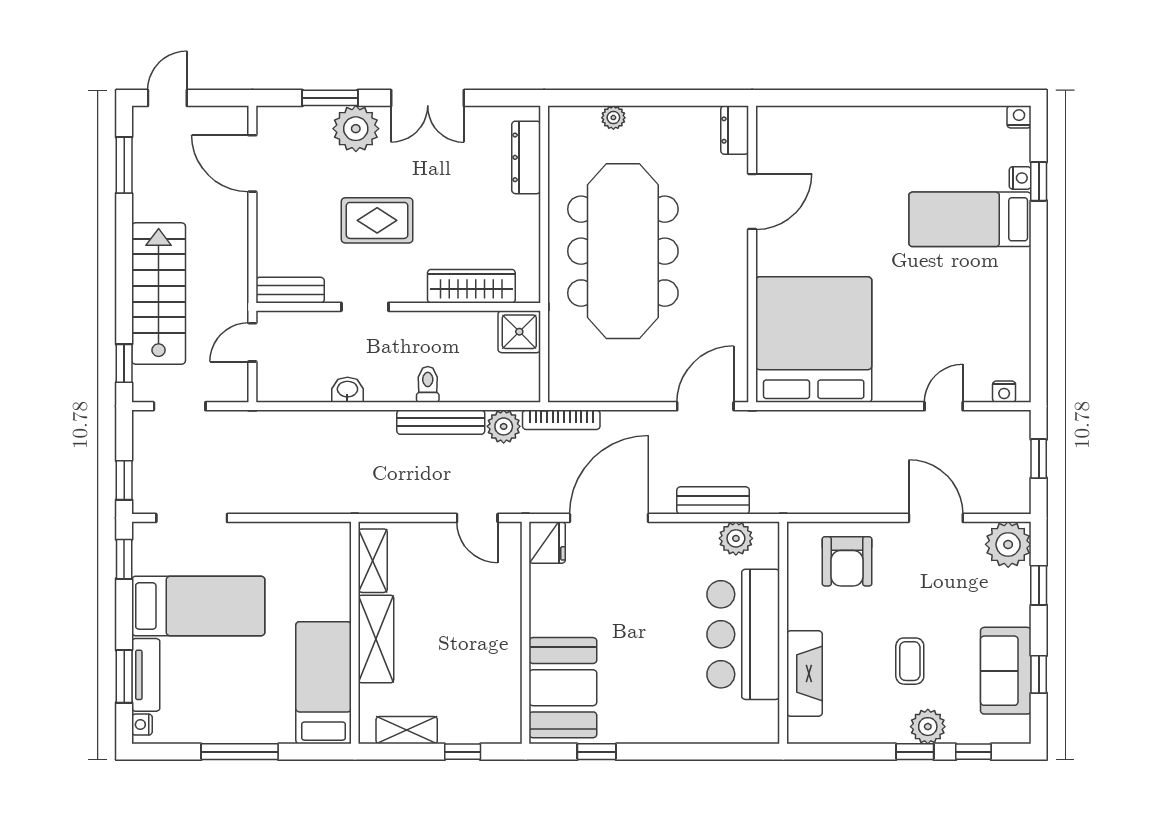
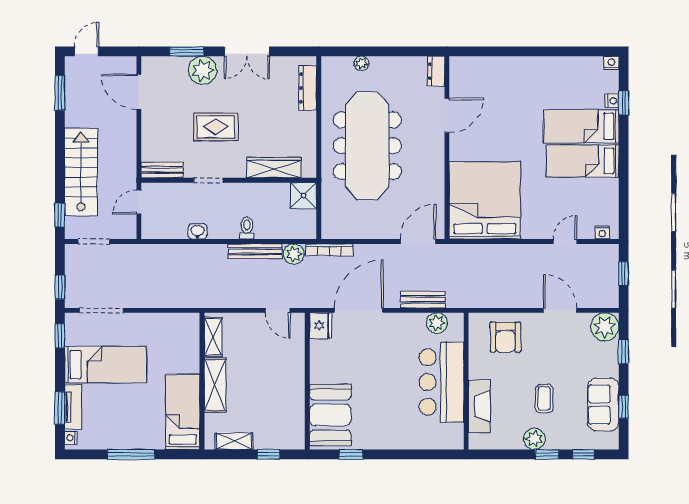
bed: (972, 276) -> (583, 161), added
plant: (928, 727) -> (534, 439), moved

